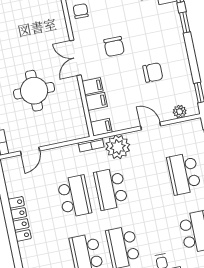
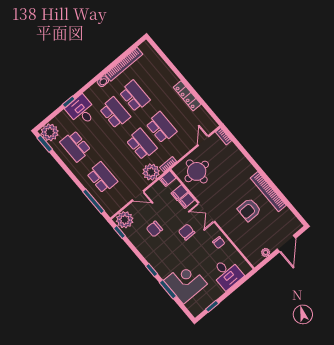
armchair: (19, 32) -> (249, 210), added
double door: (75, 58) -> (206, 212), swing flipped
round table: (34, 91) -> (197, 171), moved
plant: (180, 112) -> (125, 220), width x1.87, depth x1.87
school desk: (74, 196) -> (161, 128), turned 180

